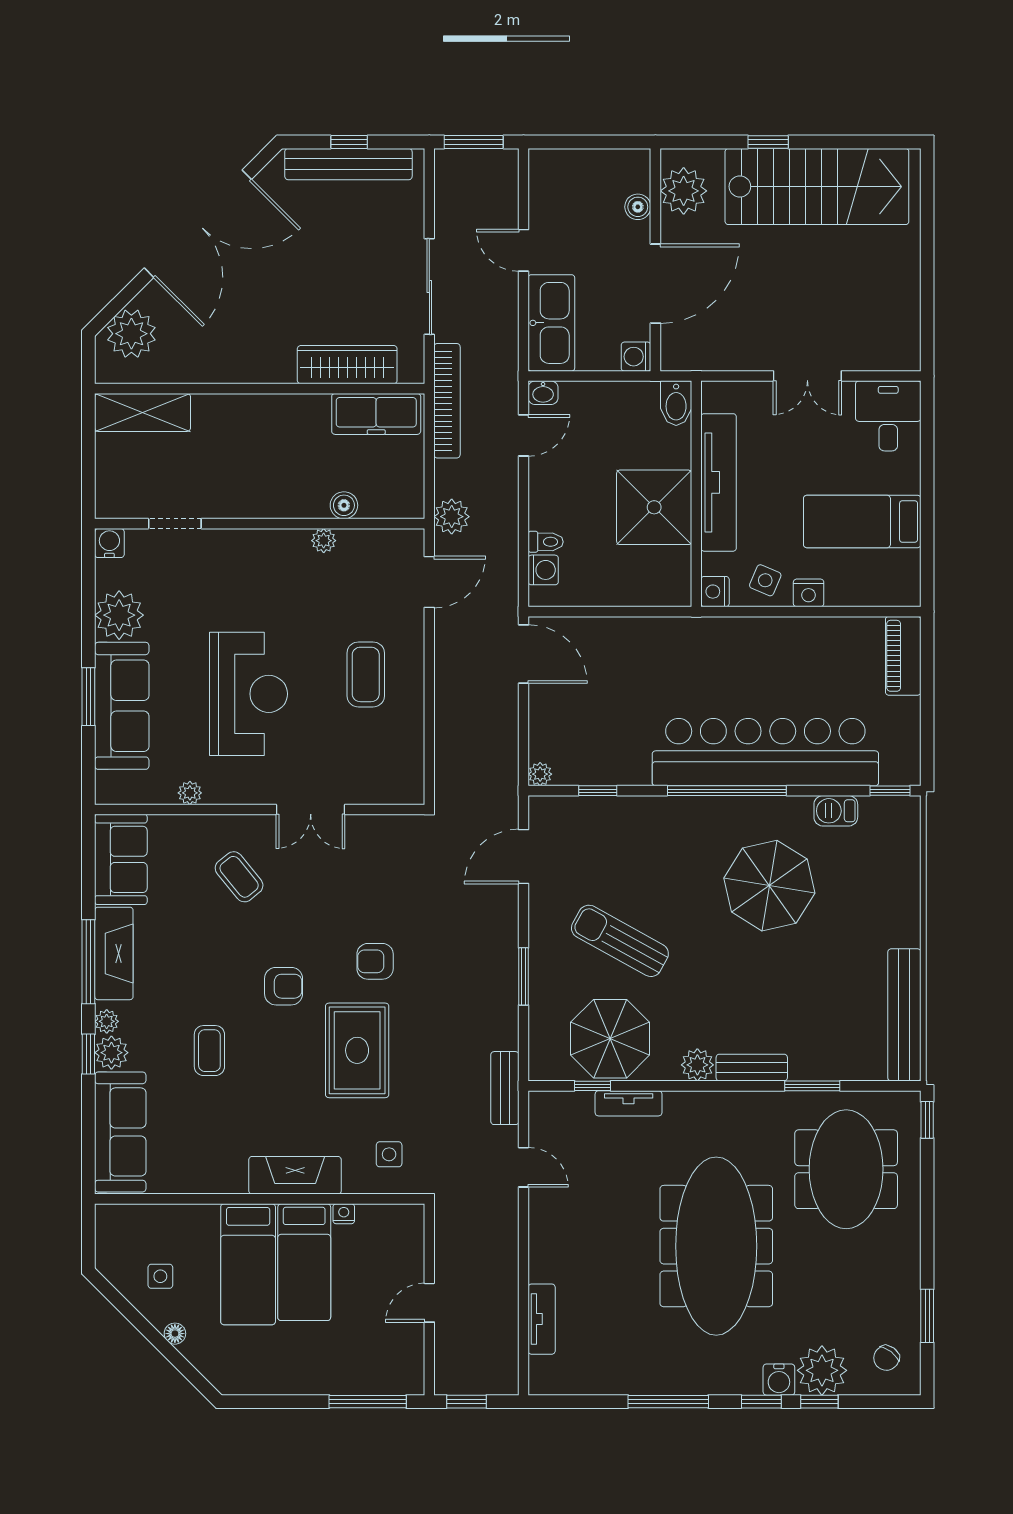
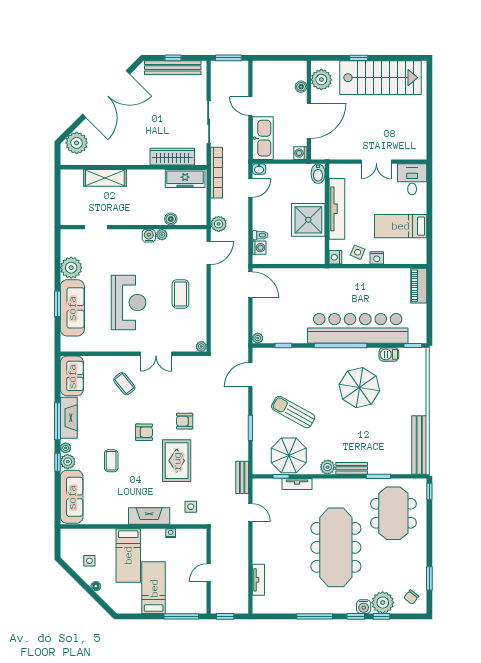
shelving: (143, 412) -> (105, 178), moved
water cooler: (109, 543) -> (149, 236), moved
plant: (190, 793) -> (201, 346), moved
bed: (304, 1262) -> (154, 588), moved, turned 180

